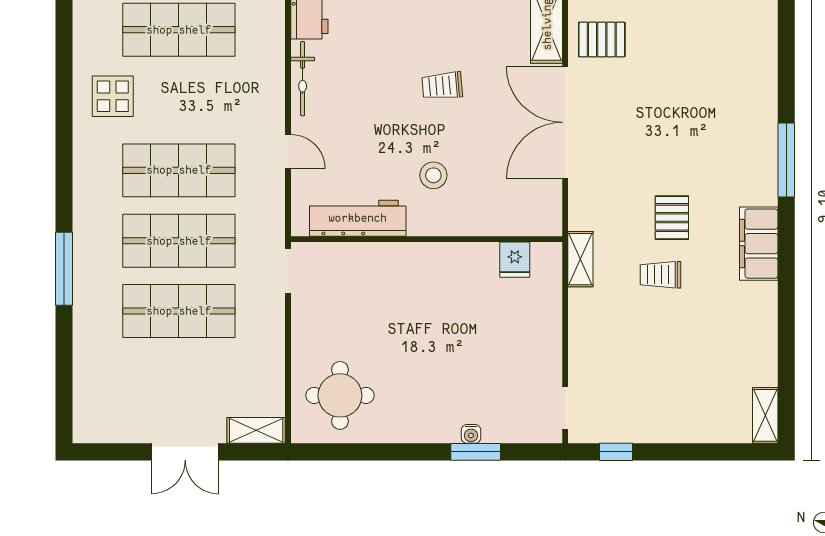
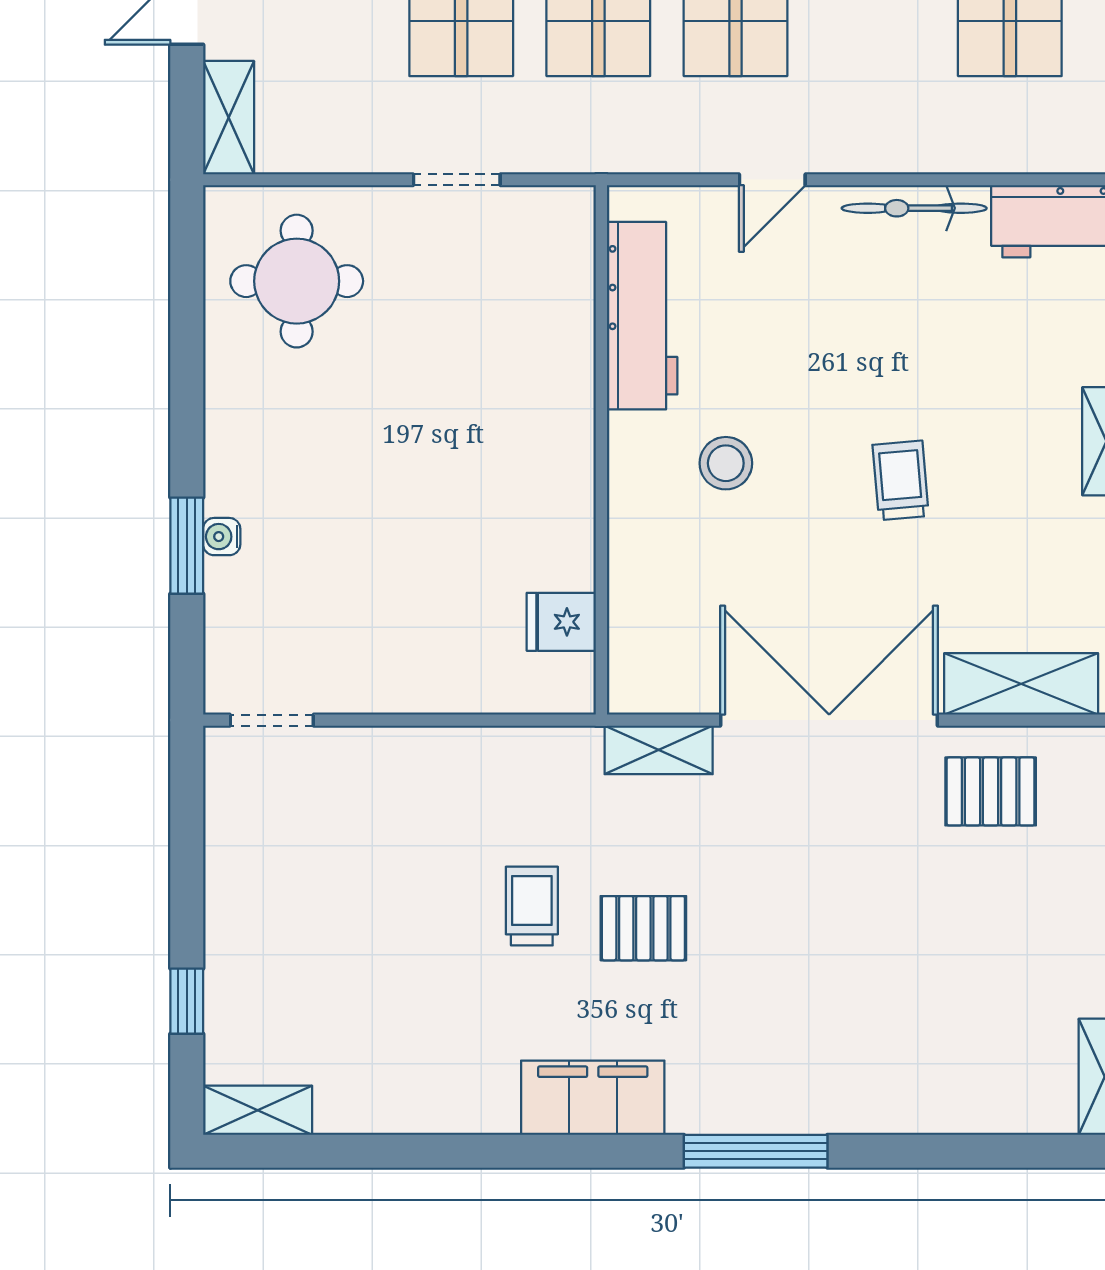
pallet: (602, 40) -> (991, 791), turned 90
shelving: (580, 259) -> (659, 750), moved
doorway: (288, 271) -> (457, 180), moved
window: (616, 452) -> (187, 1001), moved

